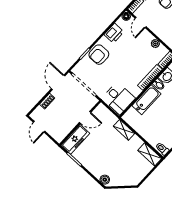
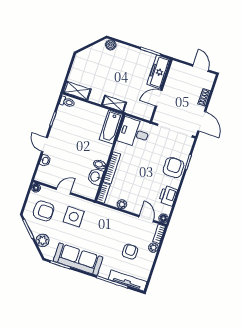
bathtub: (146, 100) -> (111, 127), moved

